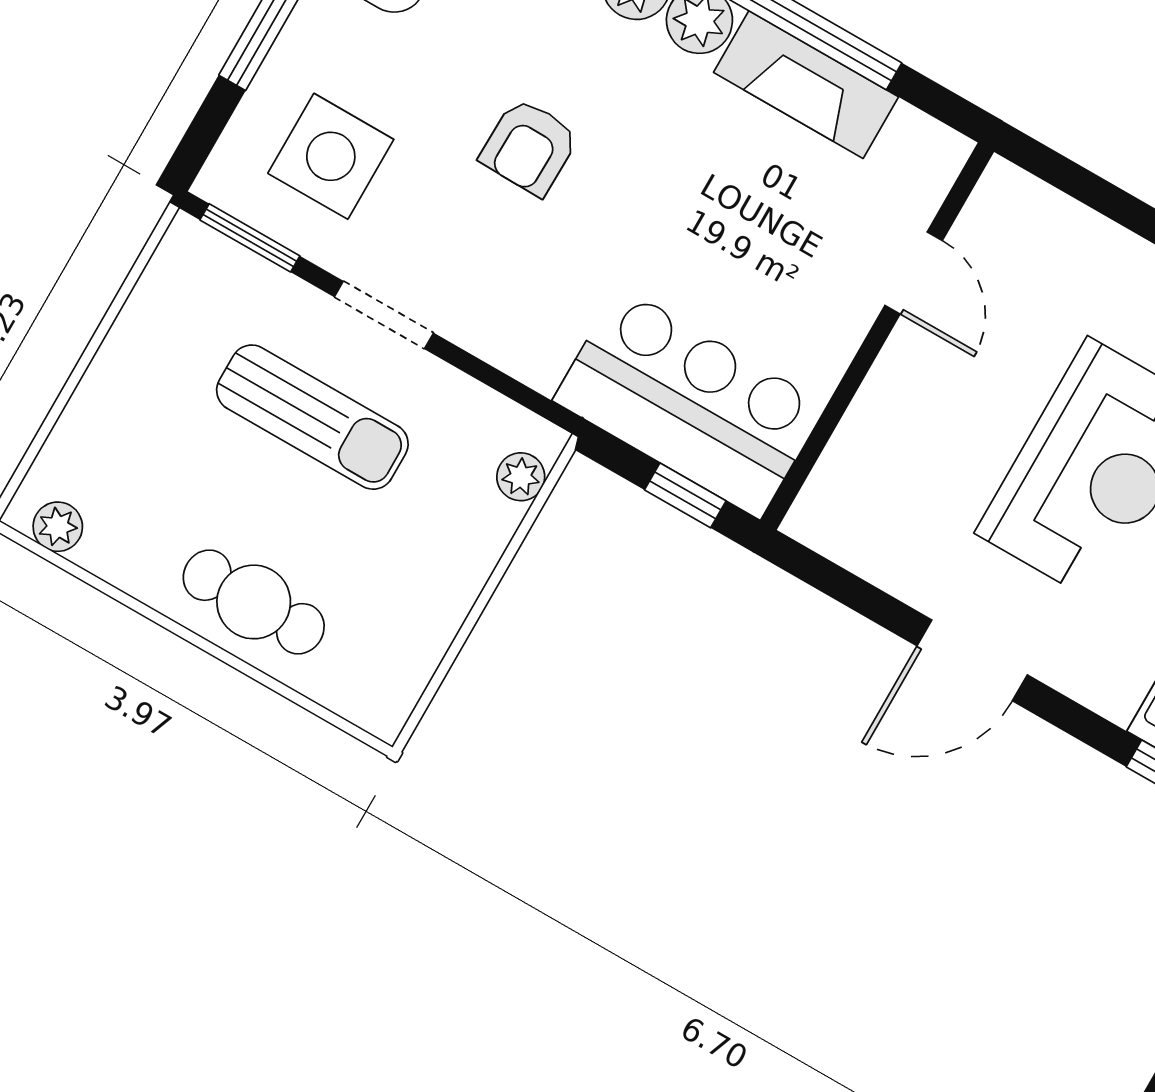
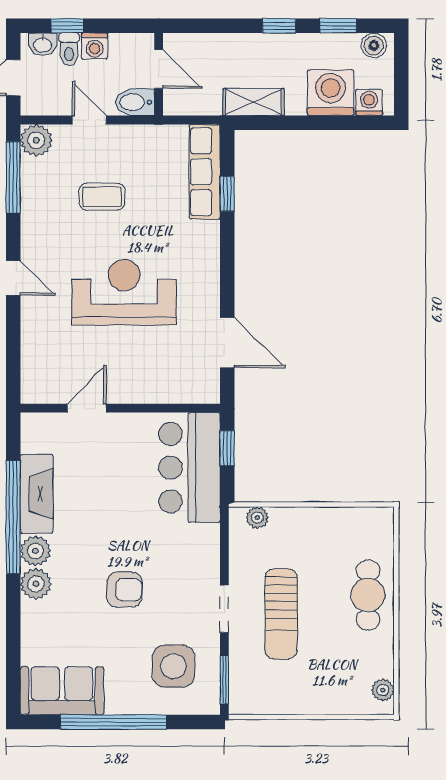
sun lounger: (312, 417) -> (281, 614), turned 180
door: (972, 660) -> (227, 343), moved

